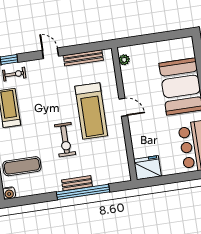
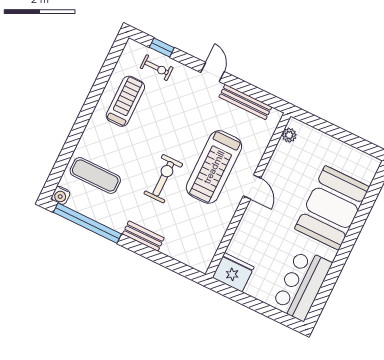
exercise bike: (65, 140) -> (163, 179), turned 180
window: (83, 192) -> (87, 223), moved

